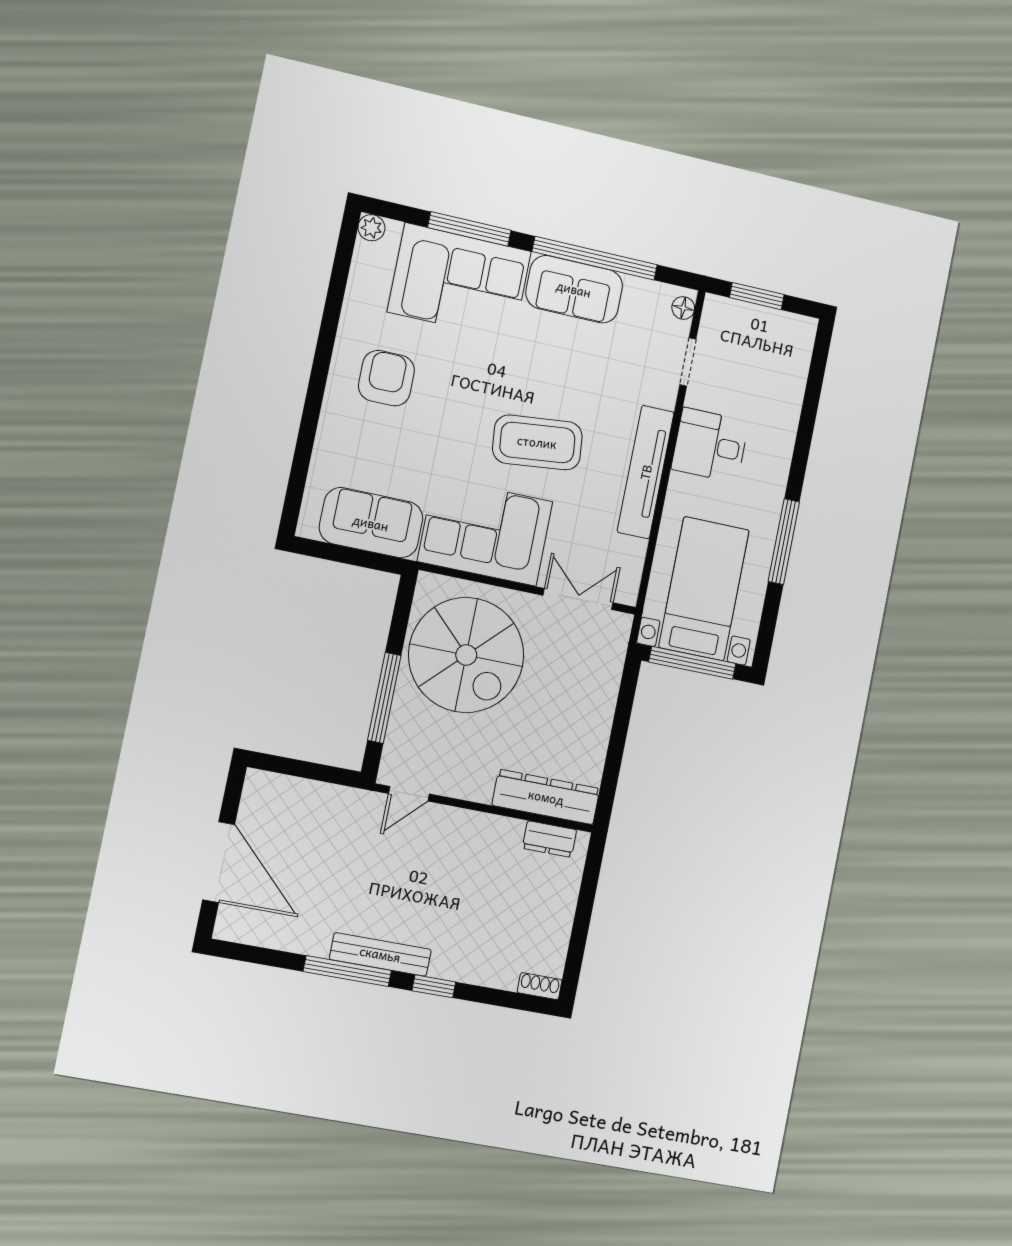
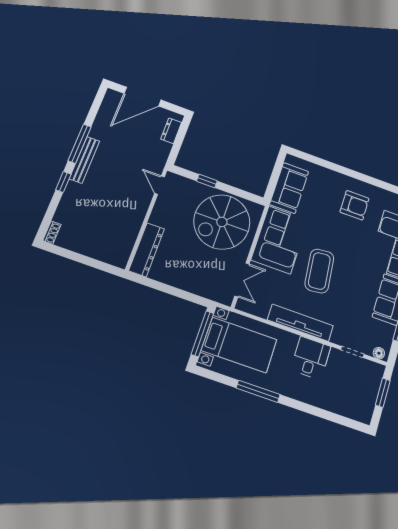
window: (384, 698) -> (207, 181), width x0.46
dresser: (550, 839) -> (171, 131), moved

